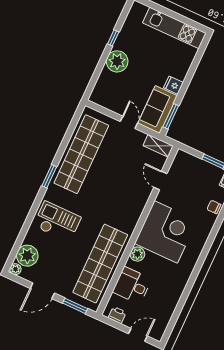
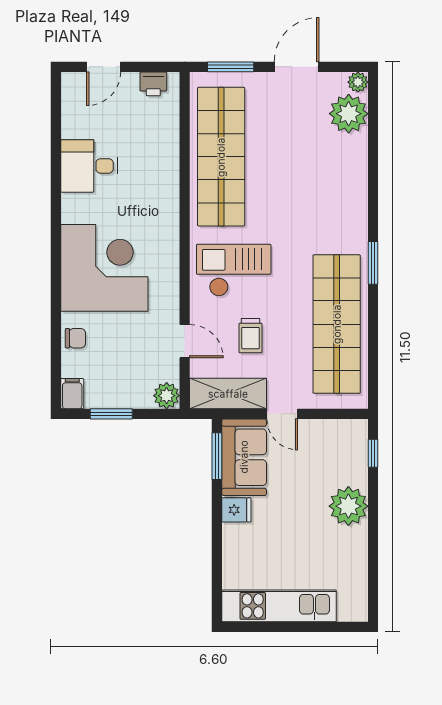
window: (113, 38) -> (373, 453), moved
shelving: (158, 146) -> (228, 394), width x1.50, depth x1.33
trolley: (127, 168) -> (251, 336), added
checkout: (57, 222) -> (234, 270), moved, turned 180
corner desk: (166, 232) -> (104, 268), moved, turned 180
plant: (137, 254) -> (167, 396), moved
desk: (132, 285) -> (89, 166), moved, turned 180

